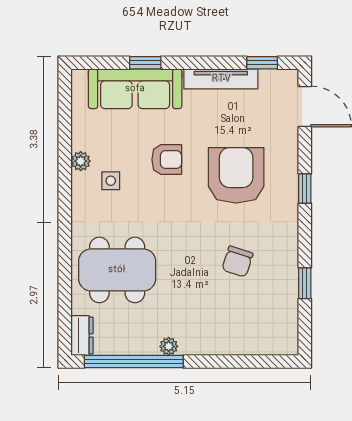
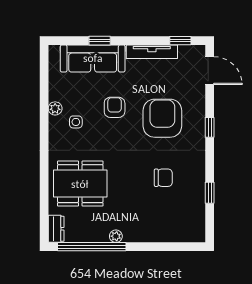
armchair: (167, 160) -> (115, 107), turned -90
chair: (237, 262) -> (163, 178), turned -108

